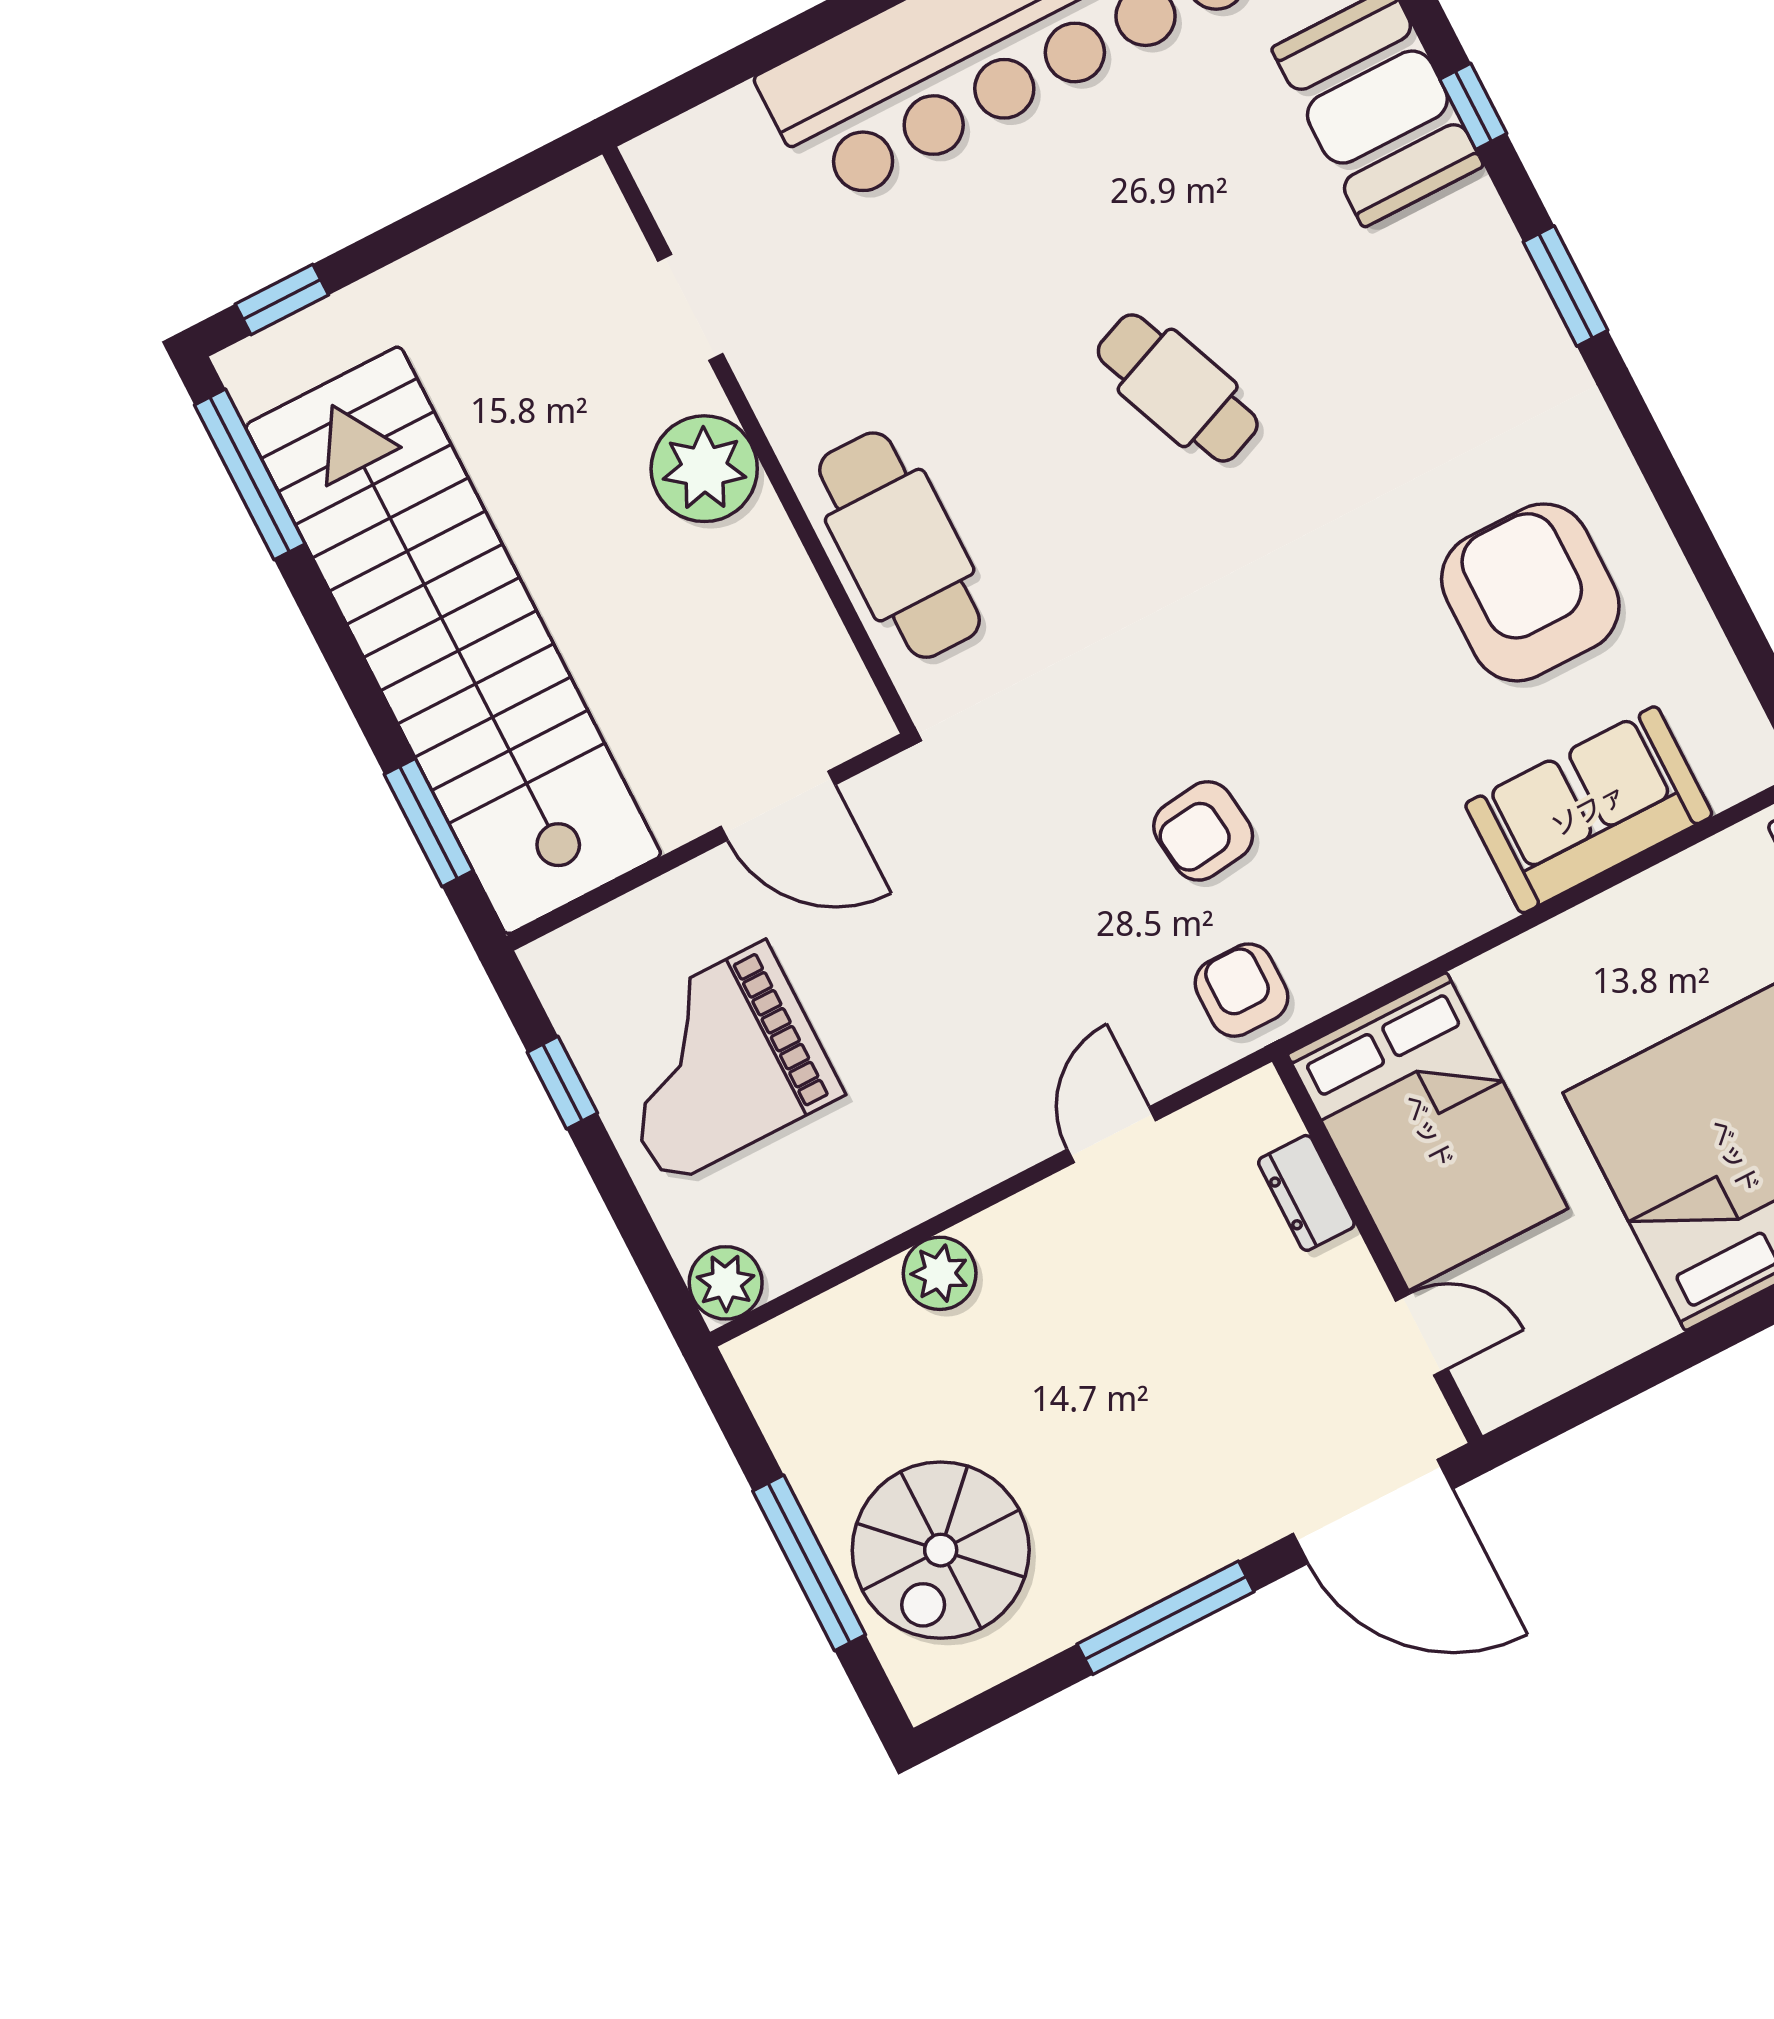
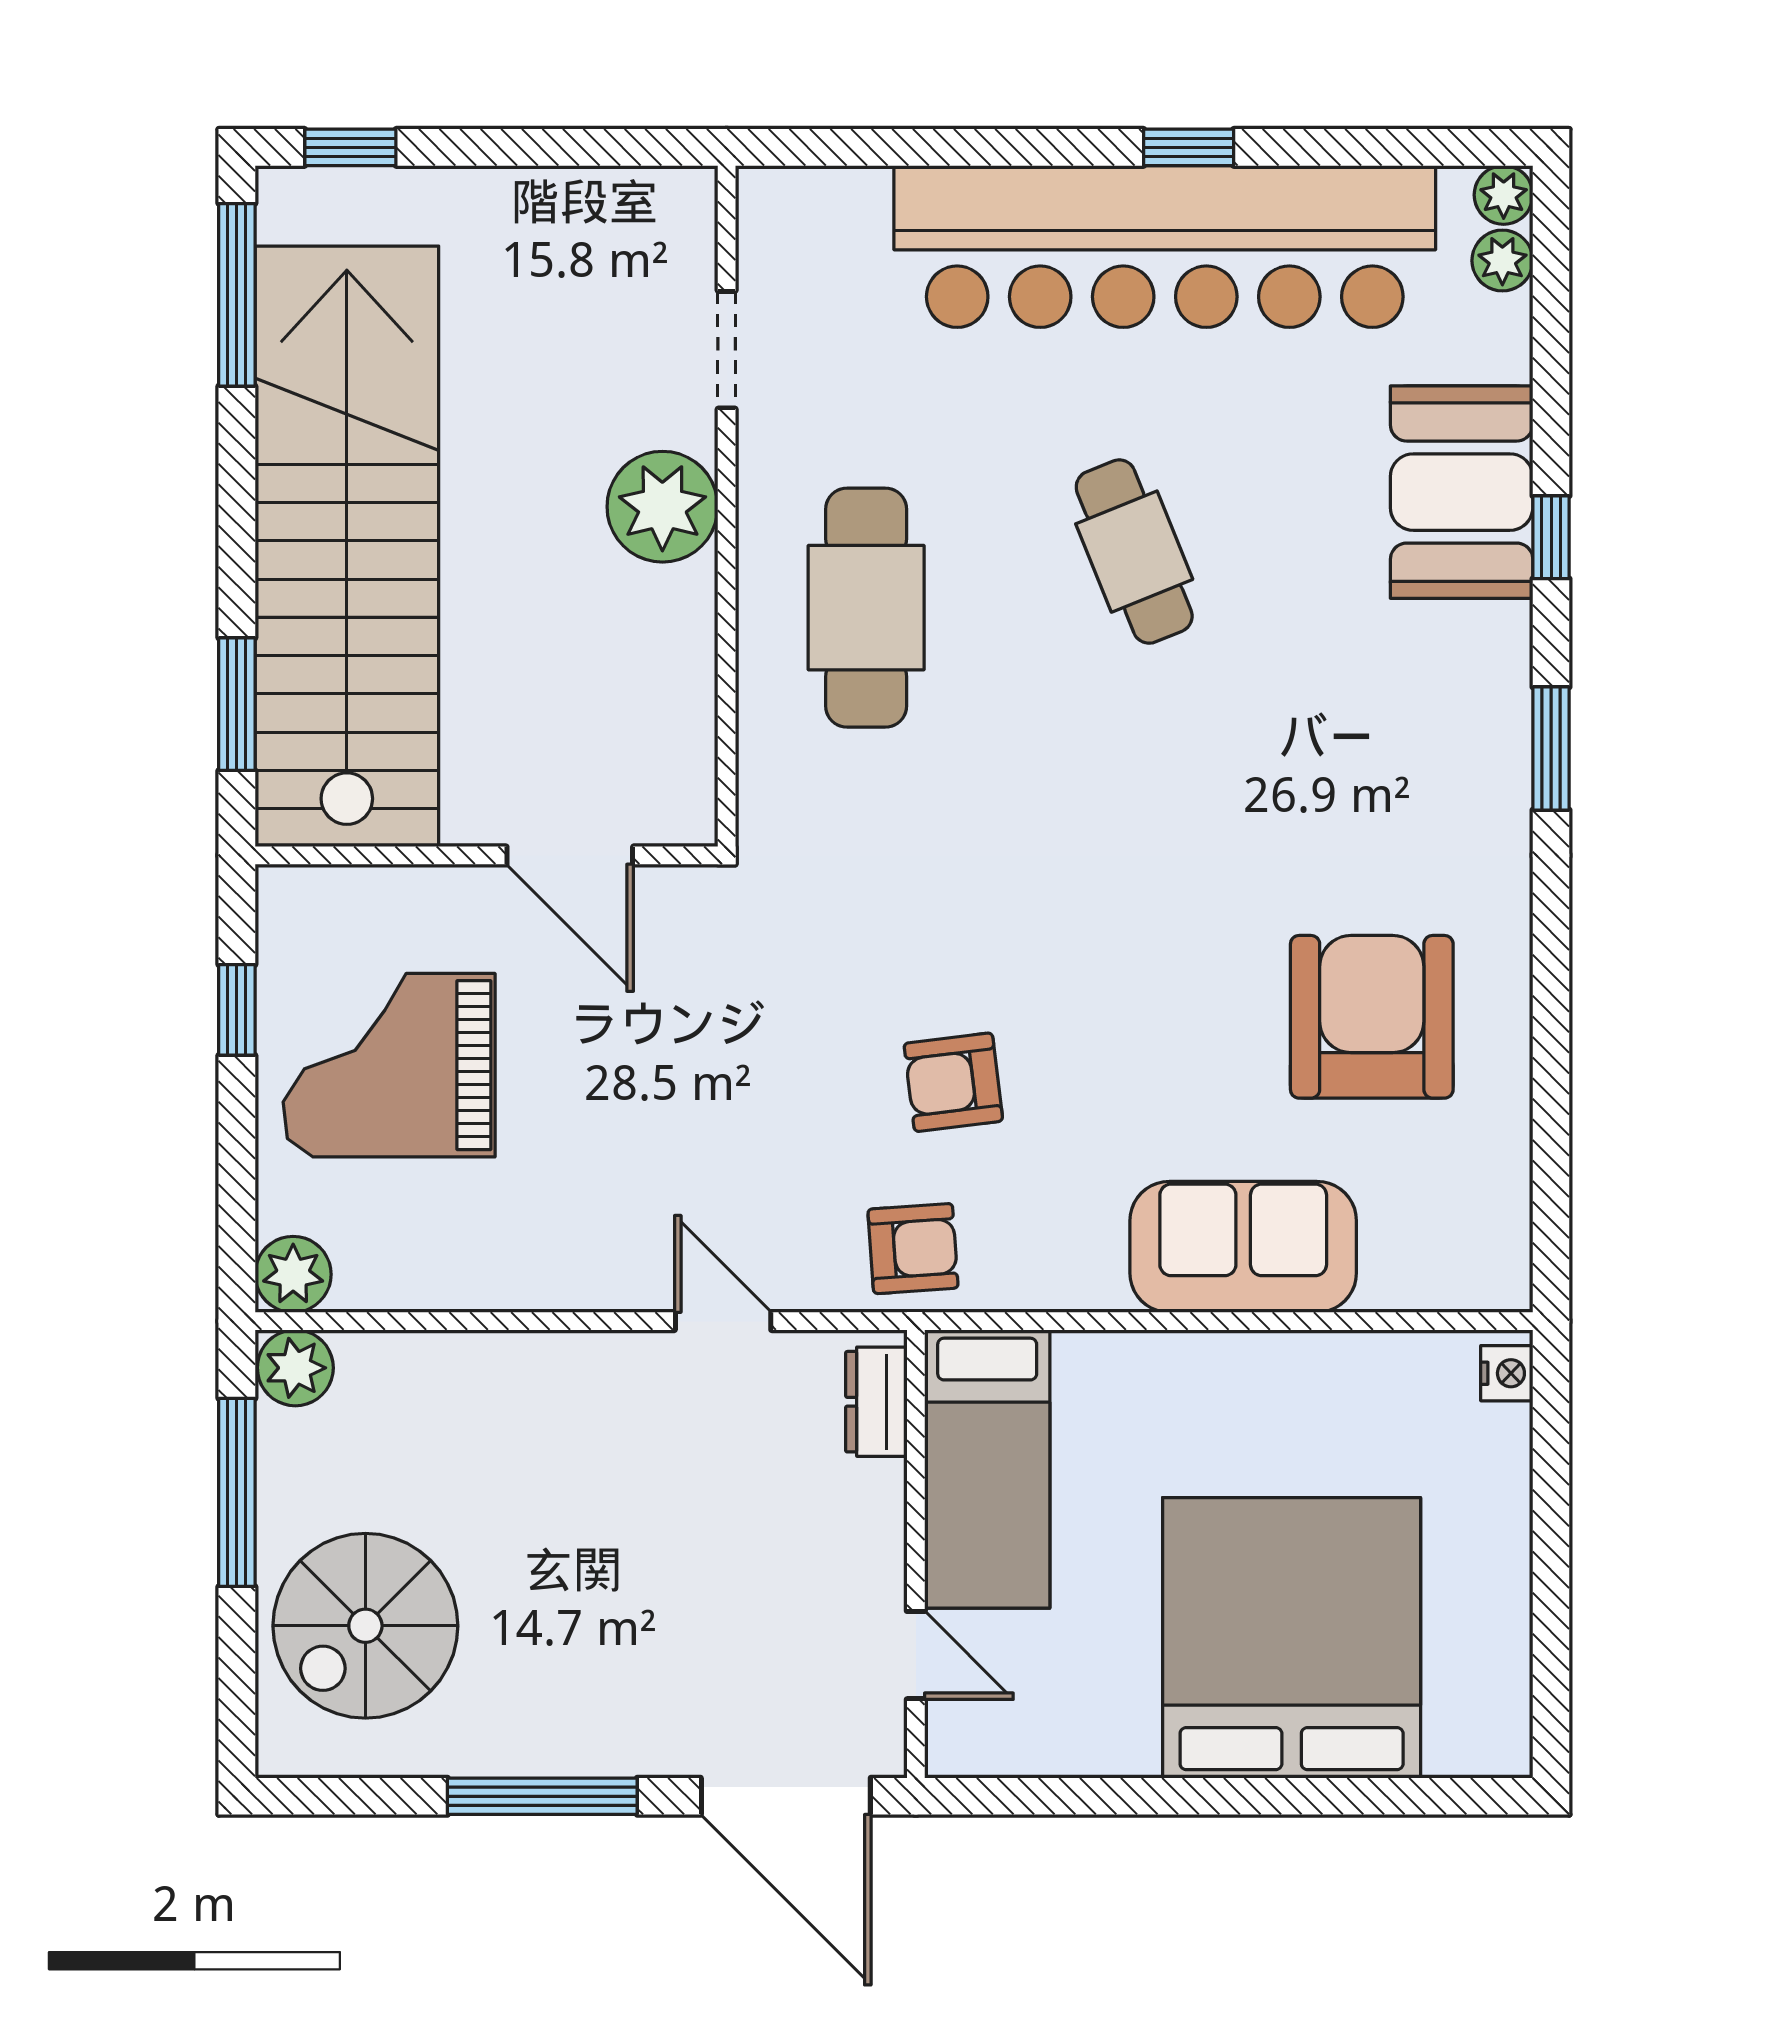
cafe table: (1178, 388) -> (1134, 552), moved
cafe table: (900, 545) -> (866, 608), moved
sofa: (1589, 810) -> (1243, 1247), moved
armchair: (1242, 990) -> (913, 1249), turned 86
bed: (1428, 1131) -> (987, 1469), width x0.67
door: (1112, 1135) -> (723, 1321), hinge flipped
dresser: (1306, 1193) -> (876, 1402), moved
plant: (940, 1273) -> (295, 1368), moved
window: (809, 1563) -> (237, 1492), moved

